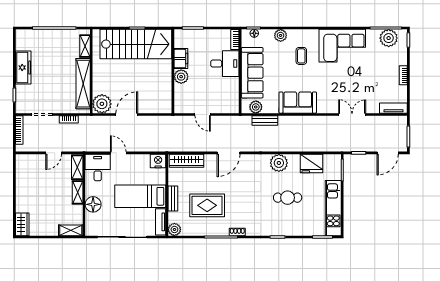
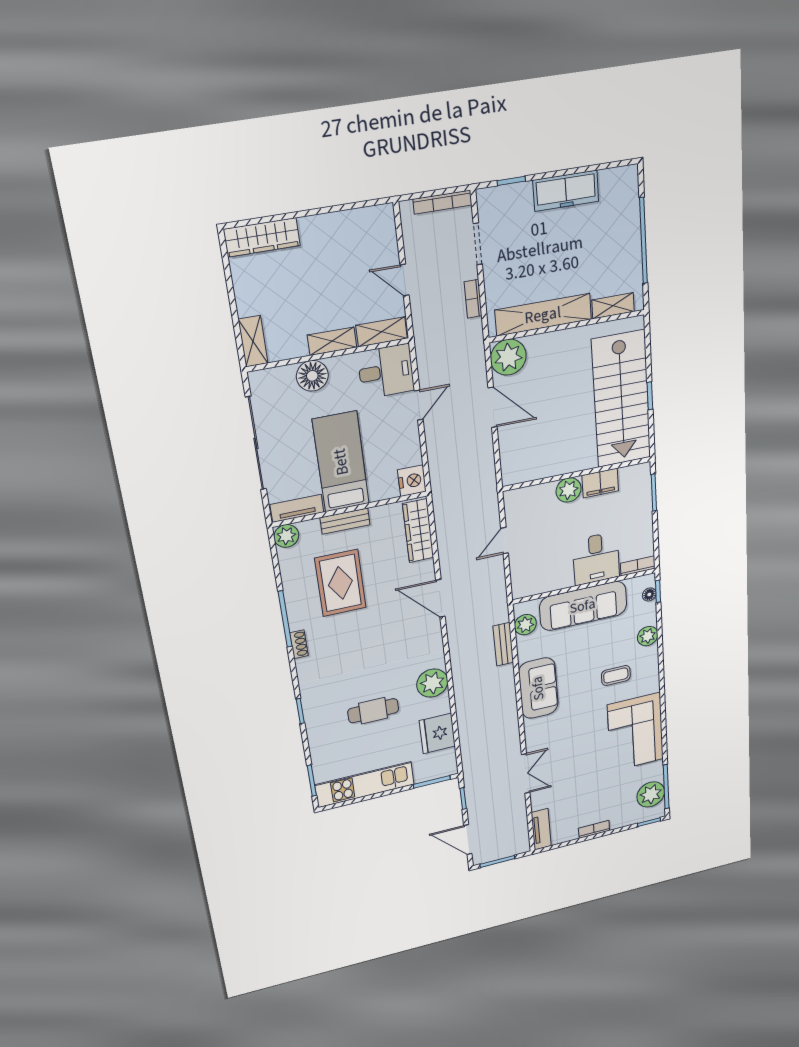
cafe table: (288, 198) -> (373, 711), turned 90
wardrobe: (22, 224) -> (262, 237), width x1.50

